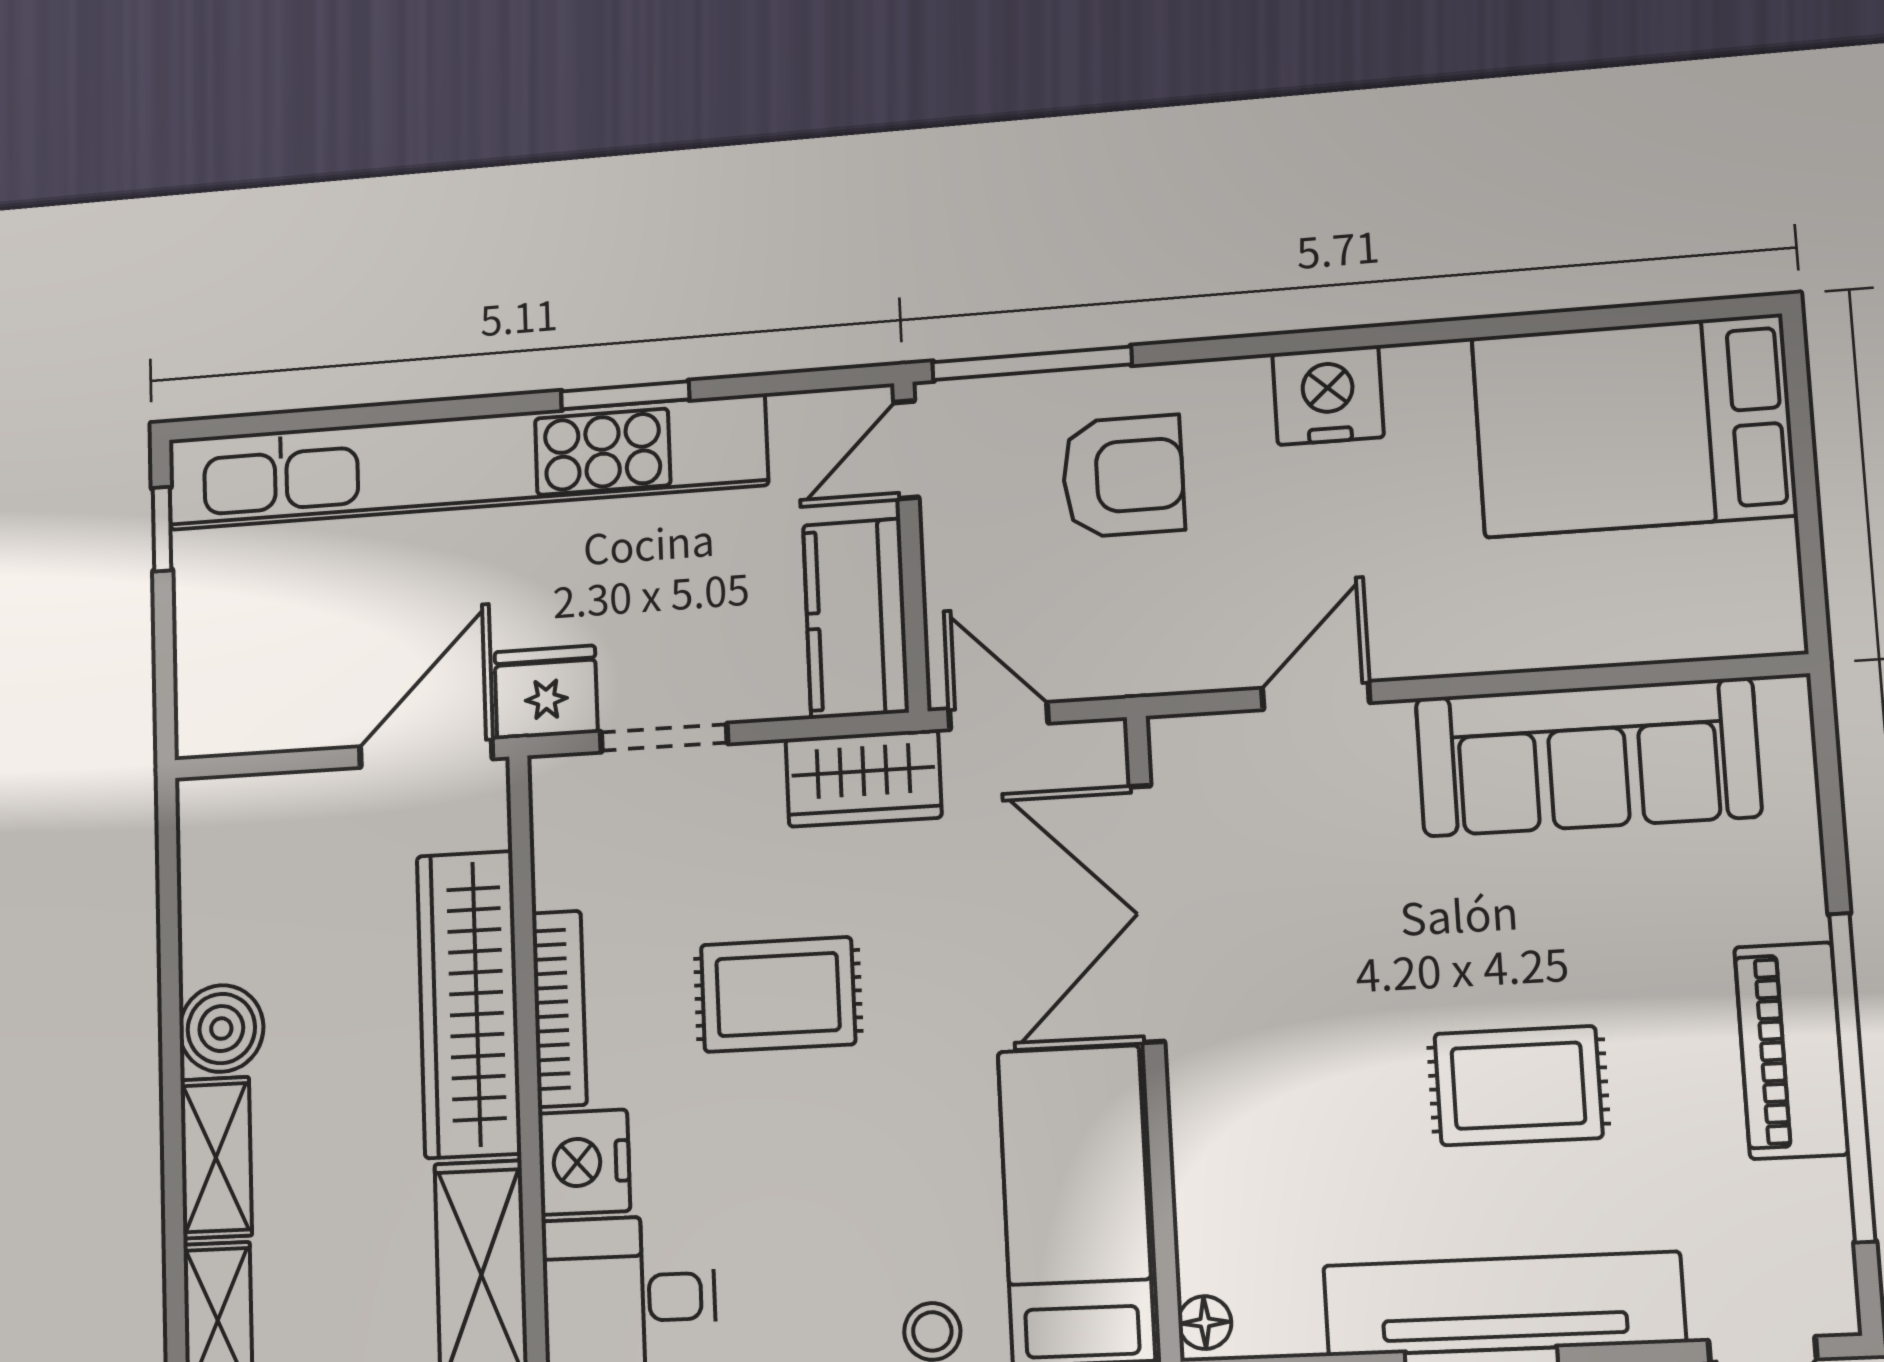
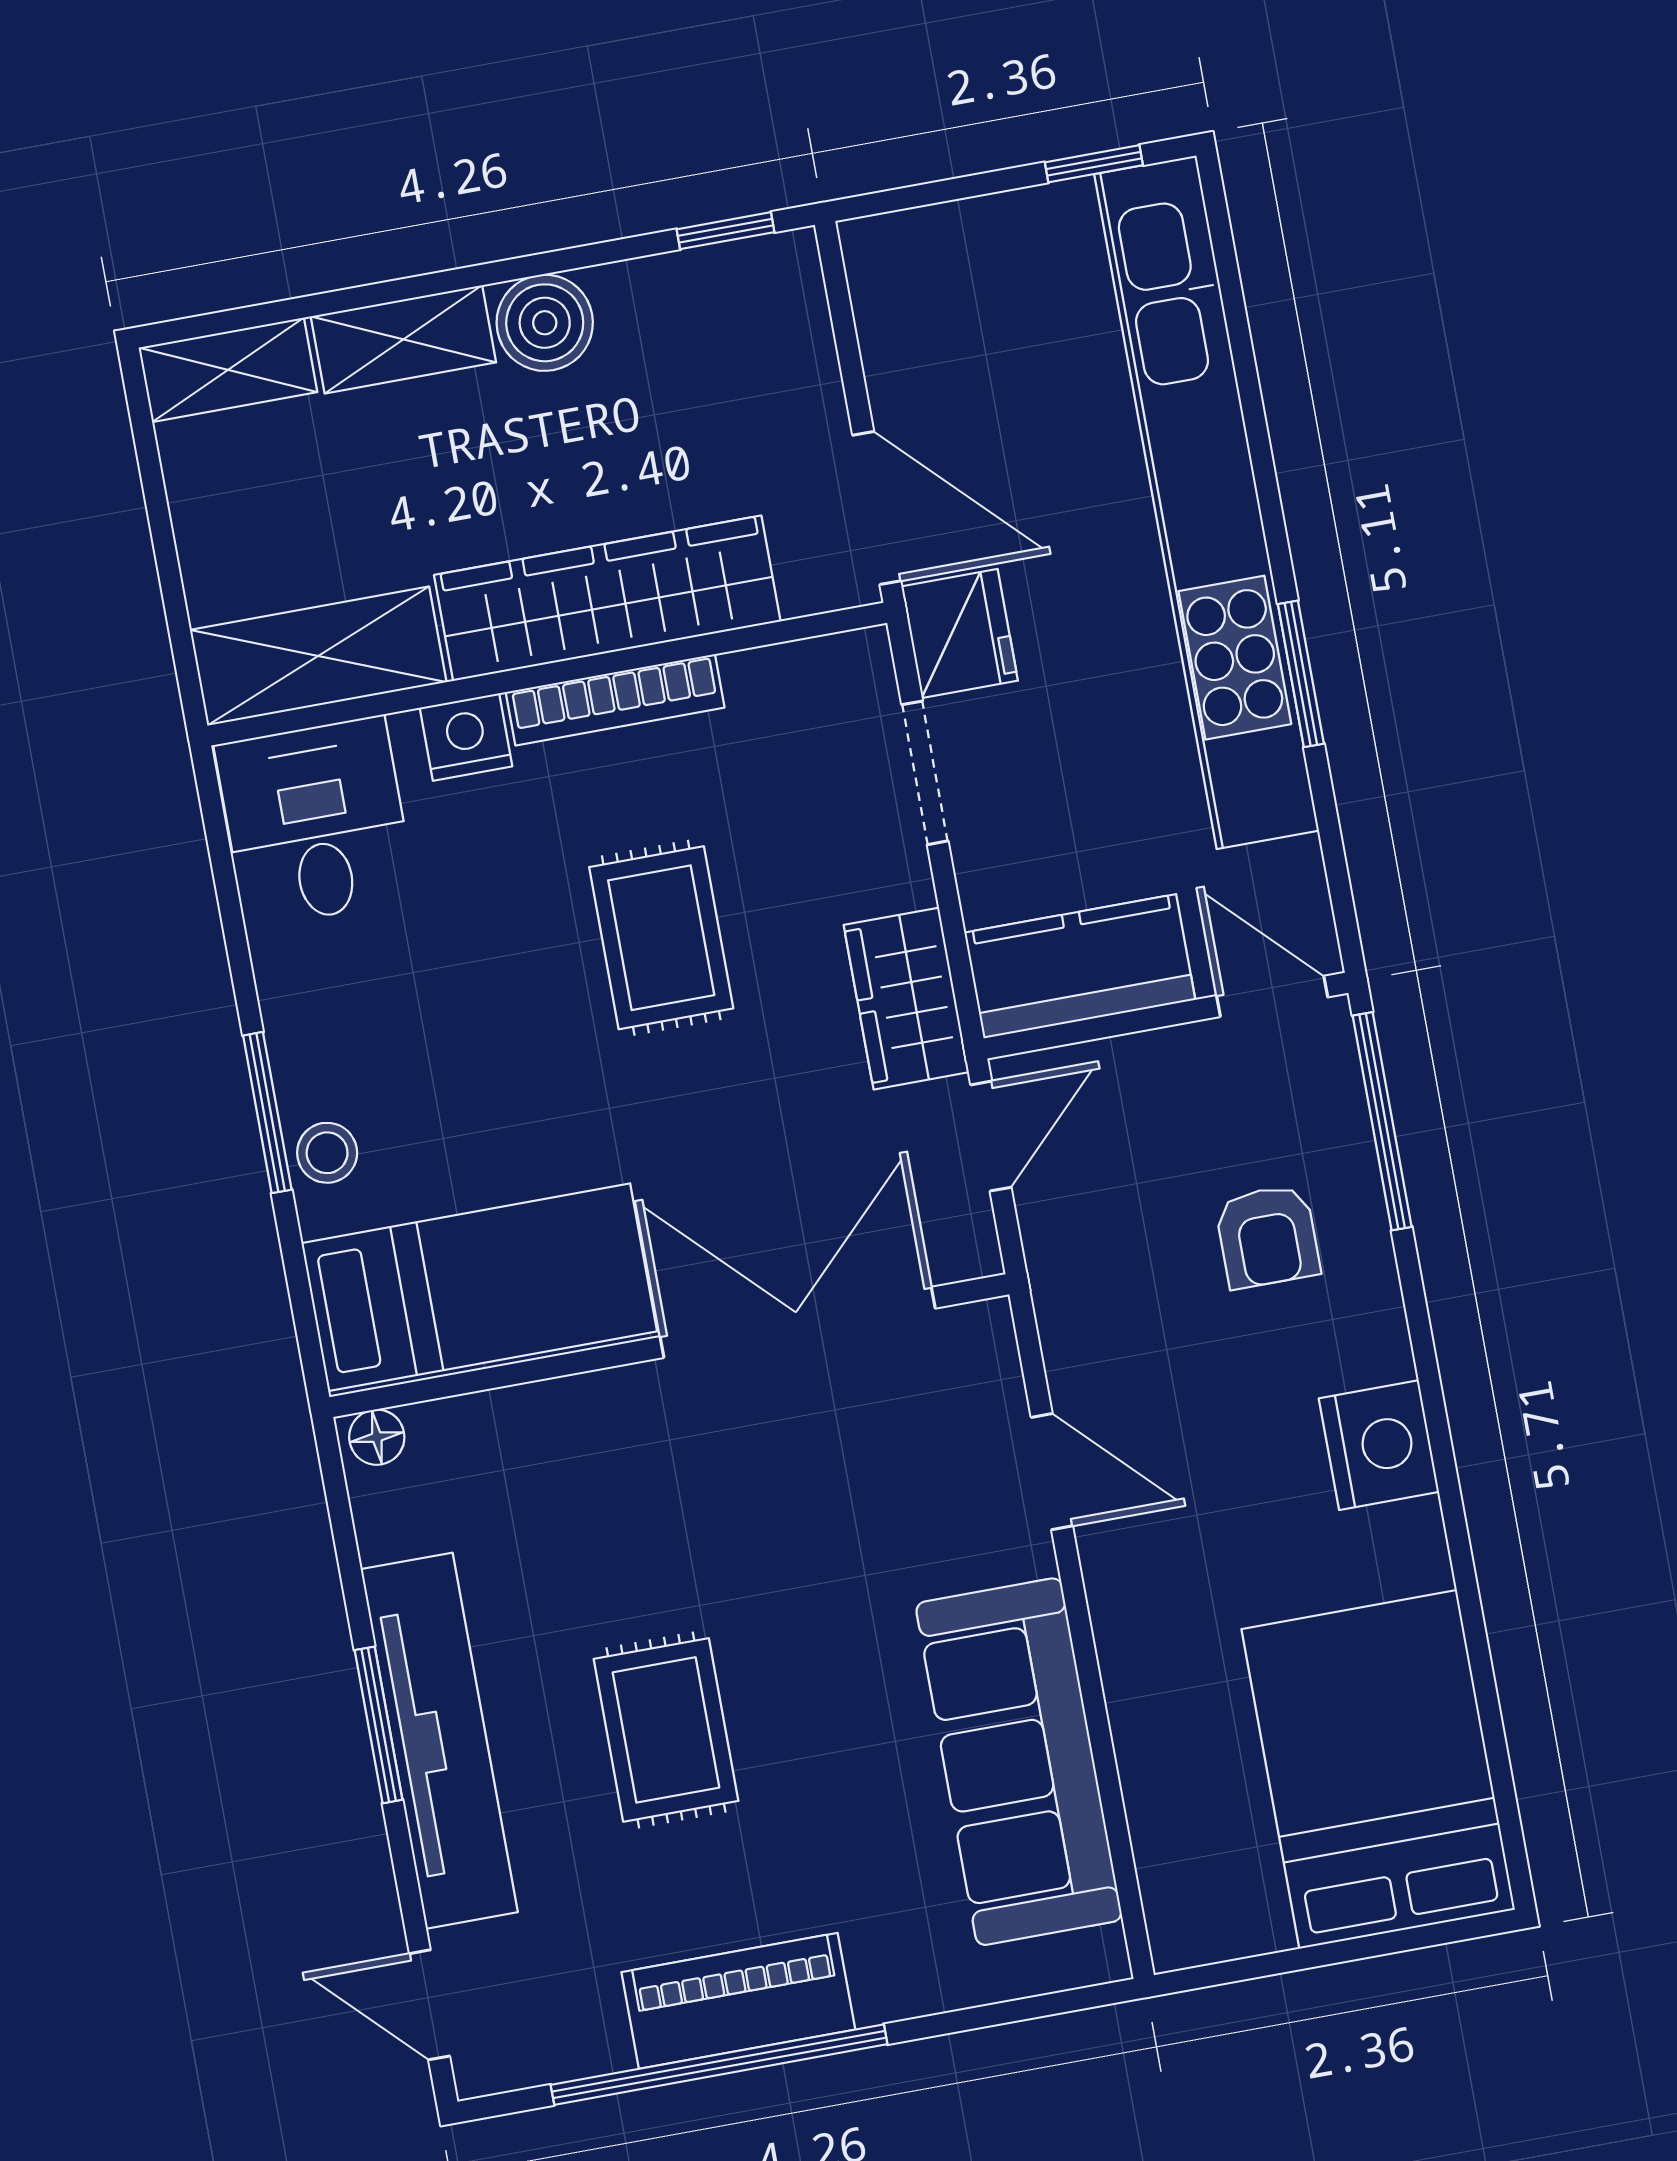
armchair: (1123, 476) -> (1268, 1236), width x0.72, depth x0.72
window: (168, 858) -> (726, 231), added
nightstand: (584, 1162) -> (466, 737), width x0.74, depth x0.75

